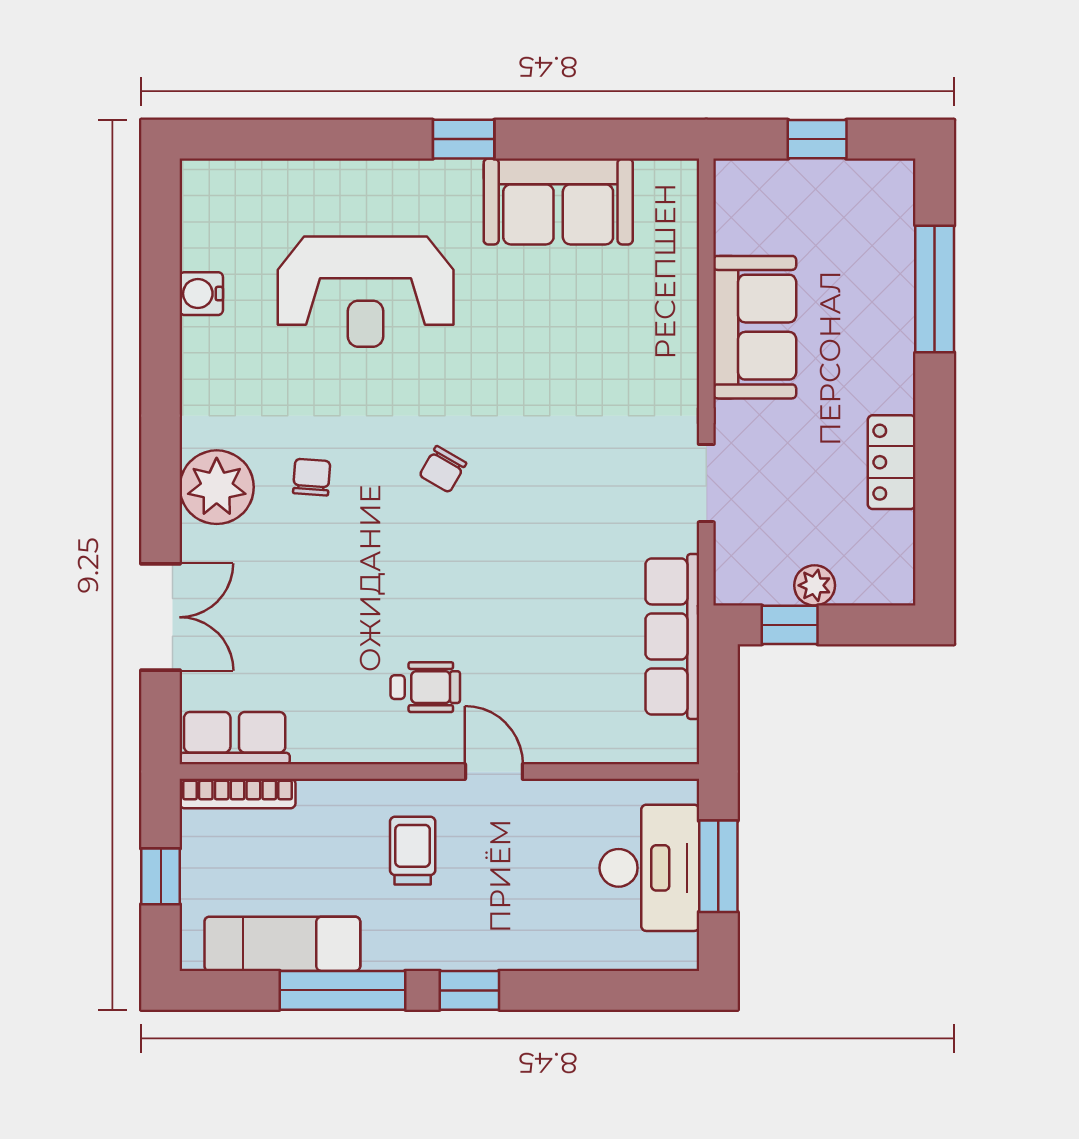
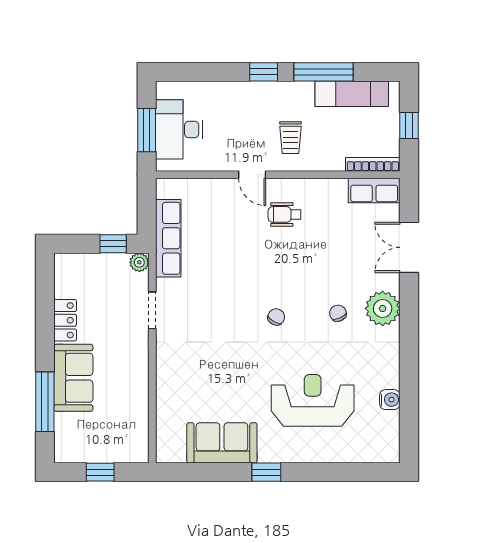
sofa: (755, 327) -> (73, 378), moved, turned 180
chair: (312, 477) -> (338, 313), turned 152
plant: (815, 585) -> (139, 262), moved

